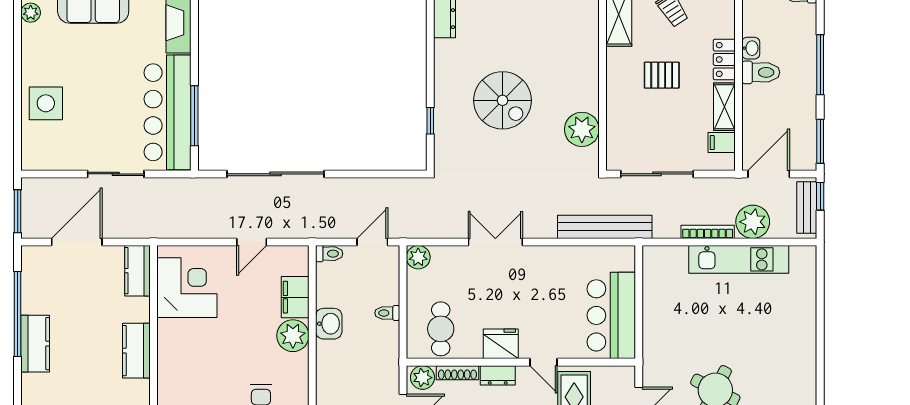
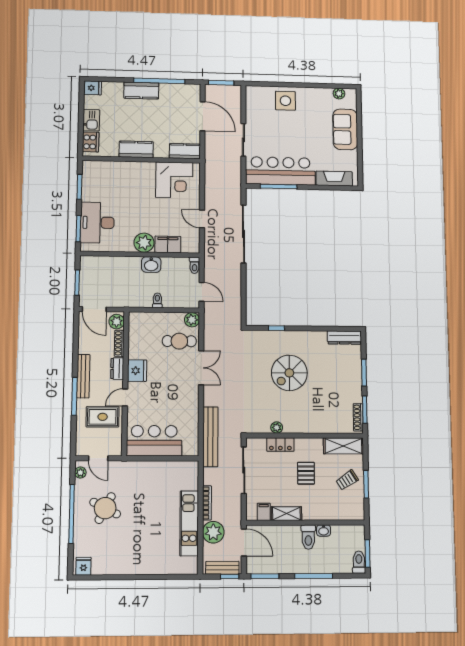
locker: (724, 59) -> (280, 445), moved, turned 180
plant: (582, 129) -> (277, 428), width x0.53, depth x0.53
cafe table: (441, 329) -> (179, 341), moved

